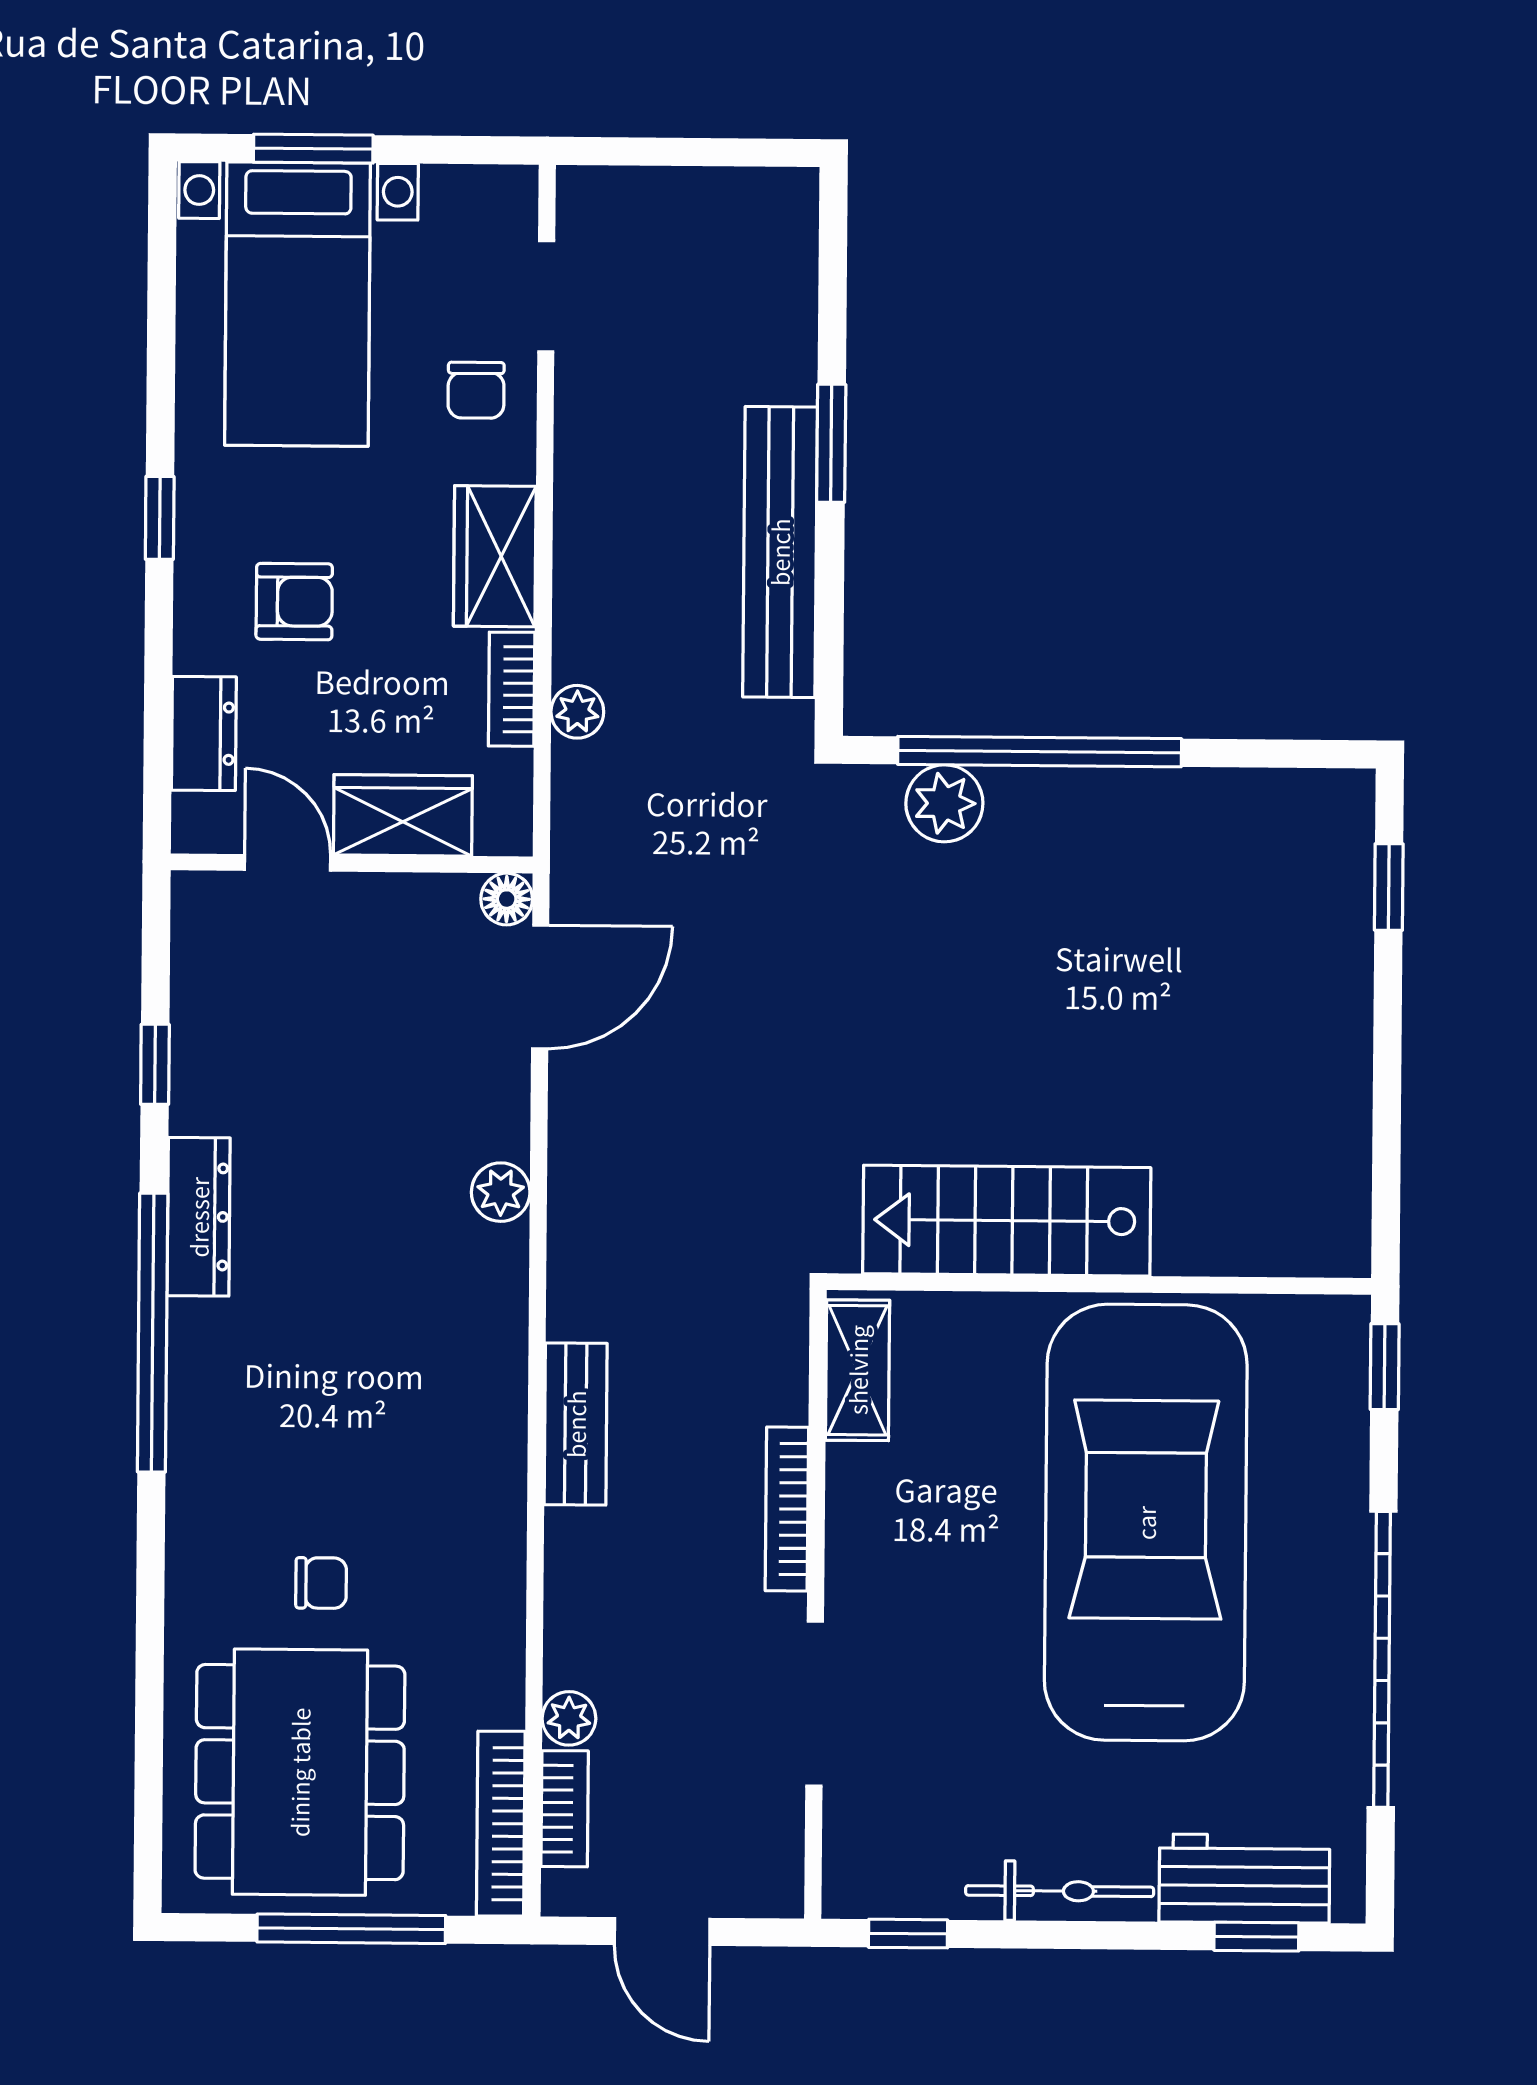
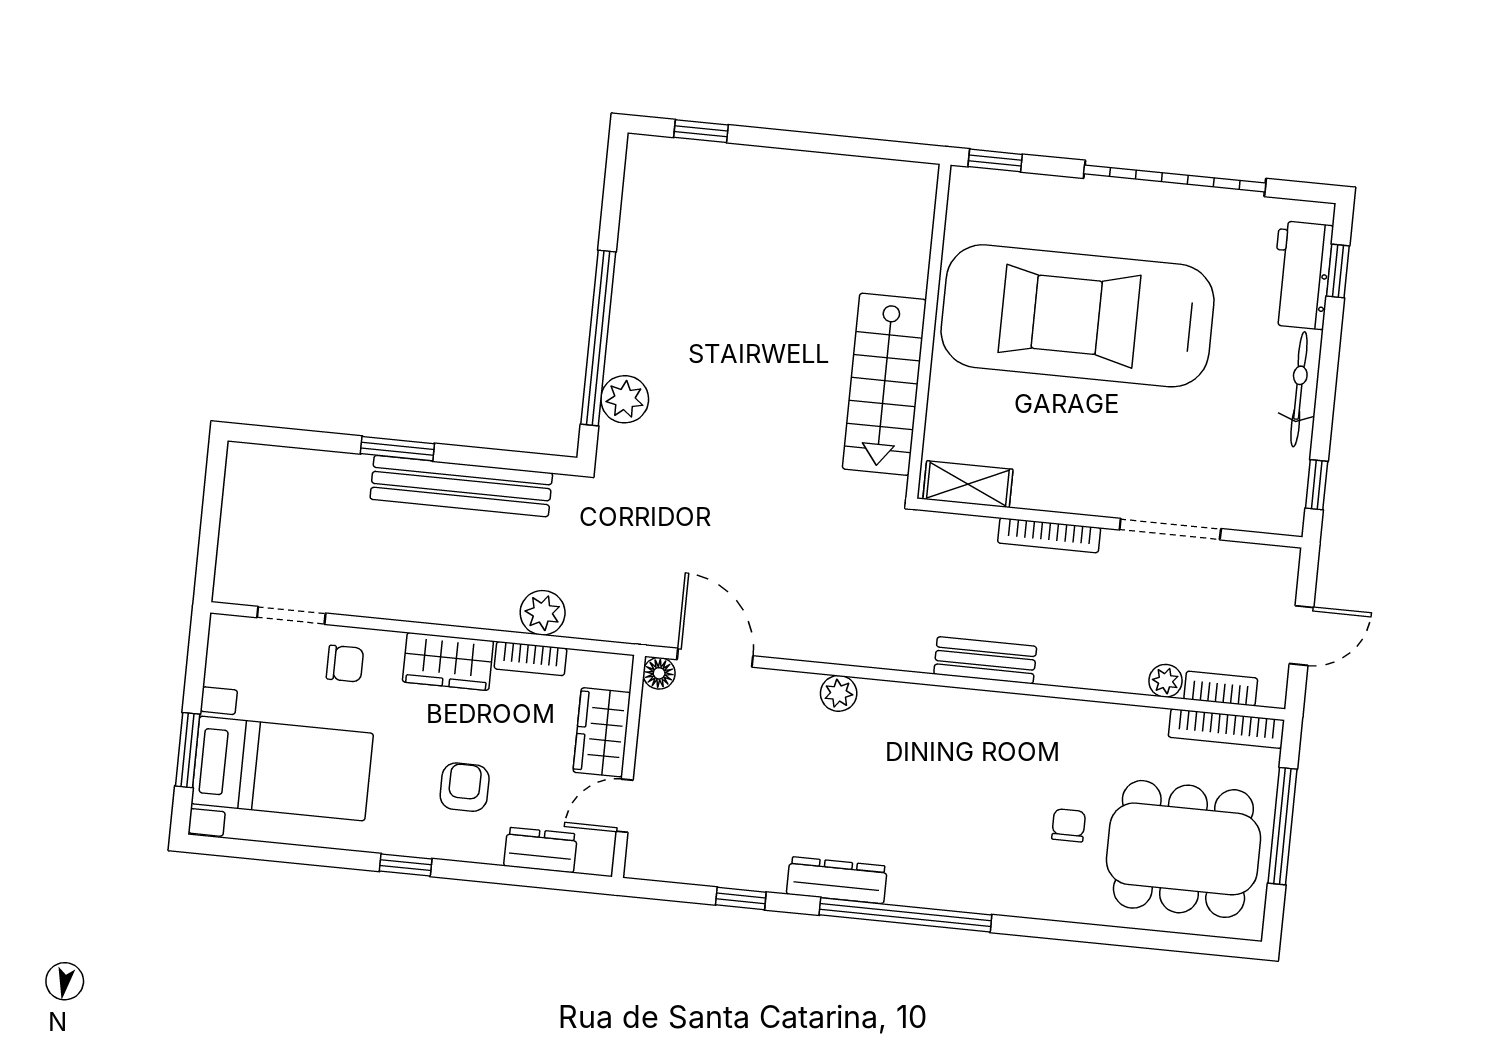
plant: (577, 712) -> (543, 613), width x1.38, depth x1.38

